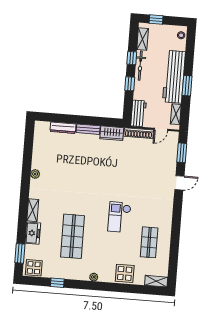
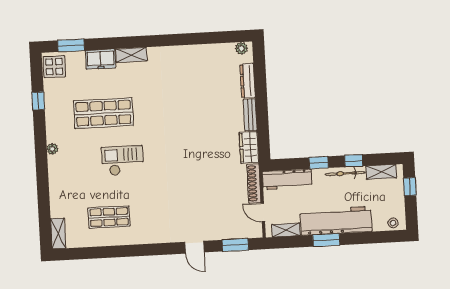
workbench: (139, 113) -> (287, 179), width x1.37
plant: (35, 174) -> (241, 48), moved
checkout: (119, 217) -> (123, 161), moved
display table: (125, 273) -> (63, 190), removed

